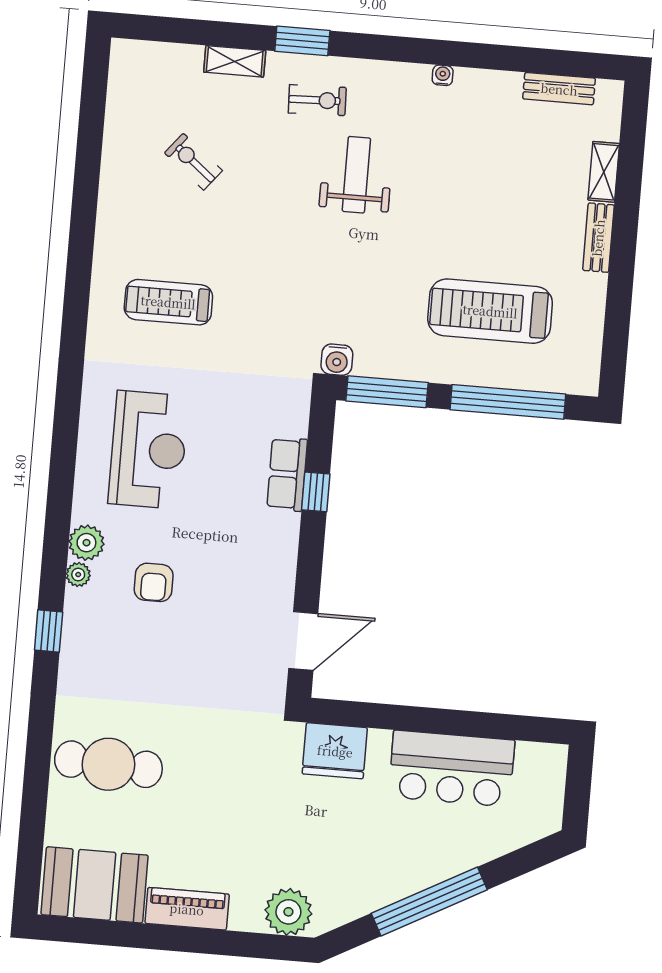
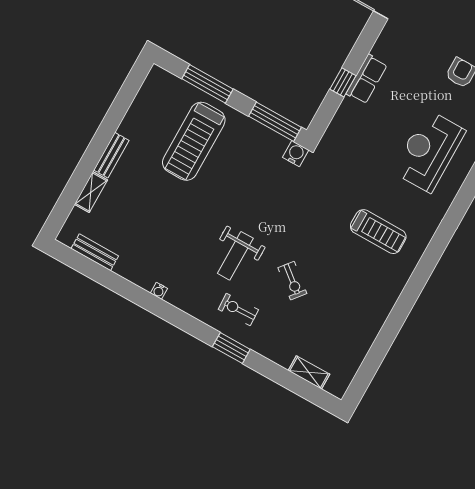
shelving: (235, 61) -> (309, 372), moved
exercise bike: (193, 162) -> (292, 281), moved
treadmill: (490, 311) -> (194, 141), turned 90
window: (508, 402) -> (207, 84), width x0.68
row of seats: (287, 474) -> (367, 79), moved

